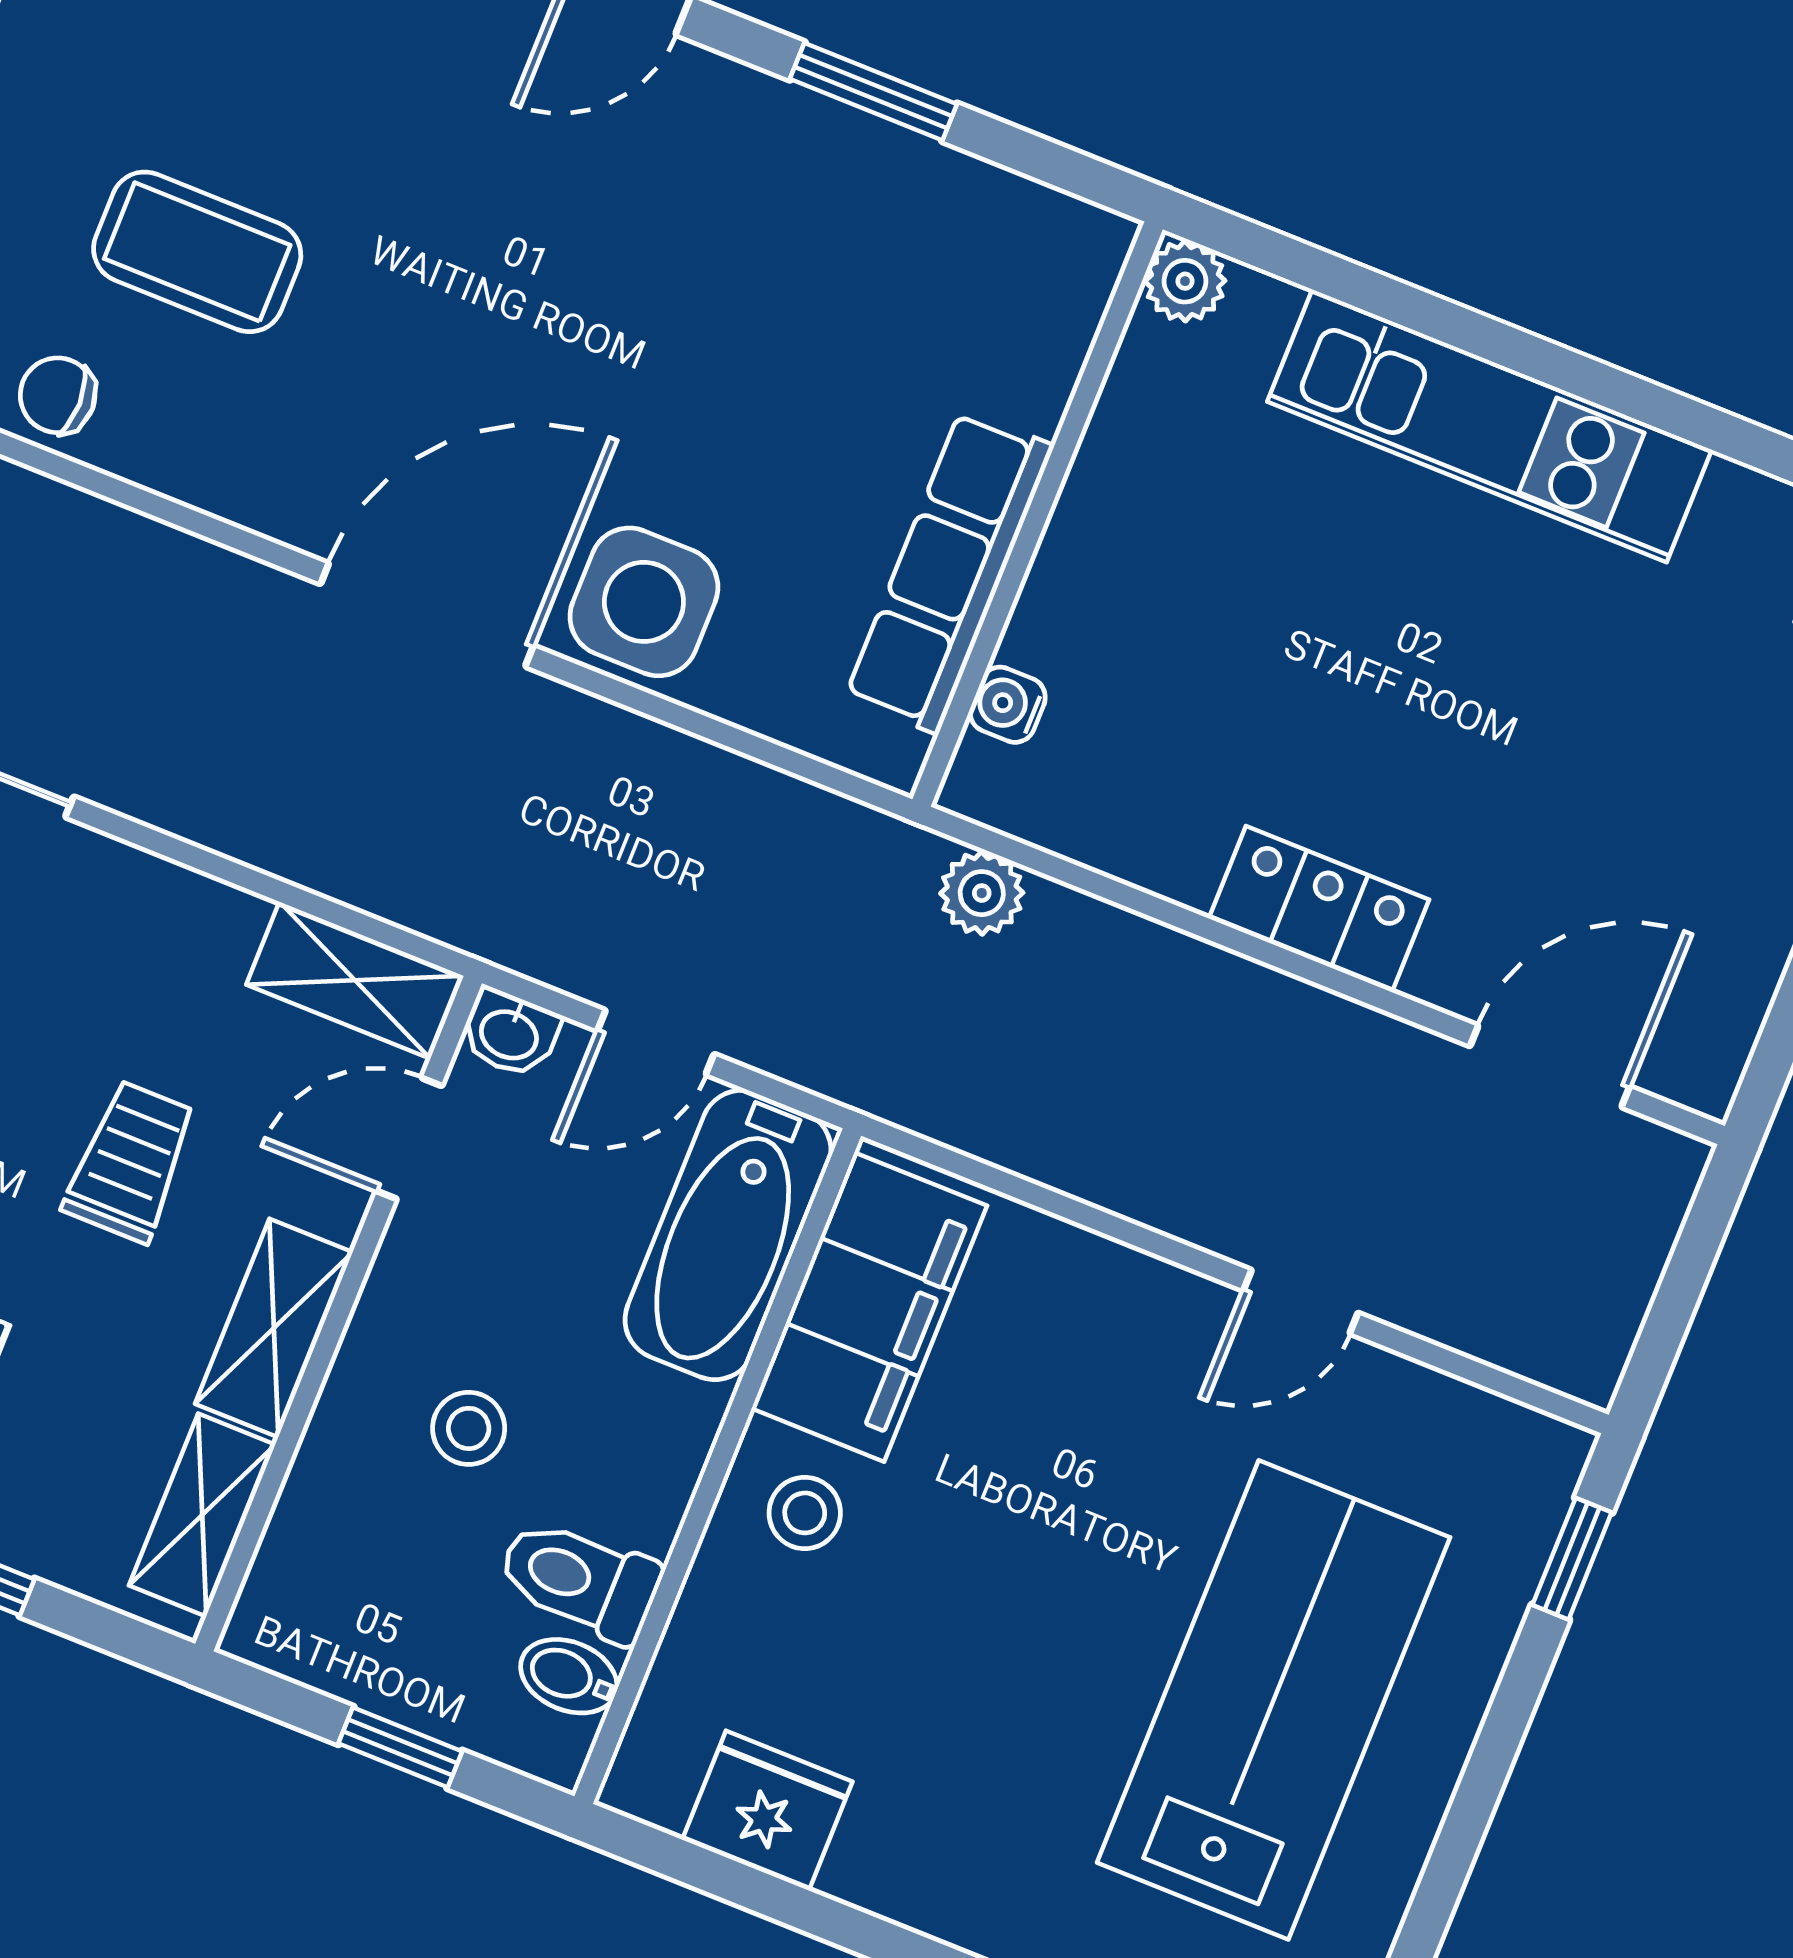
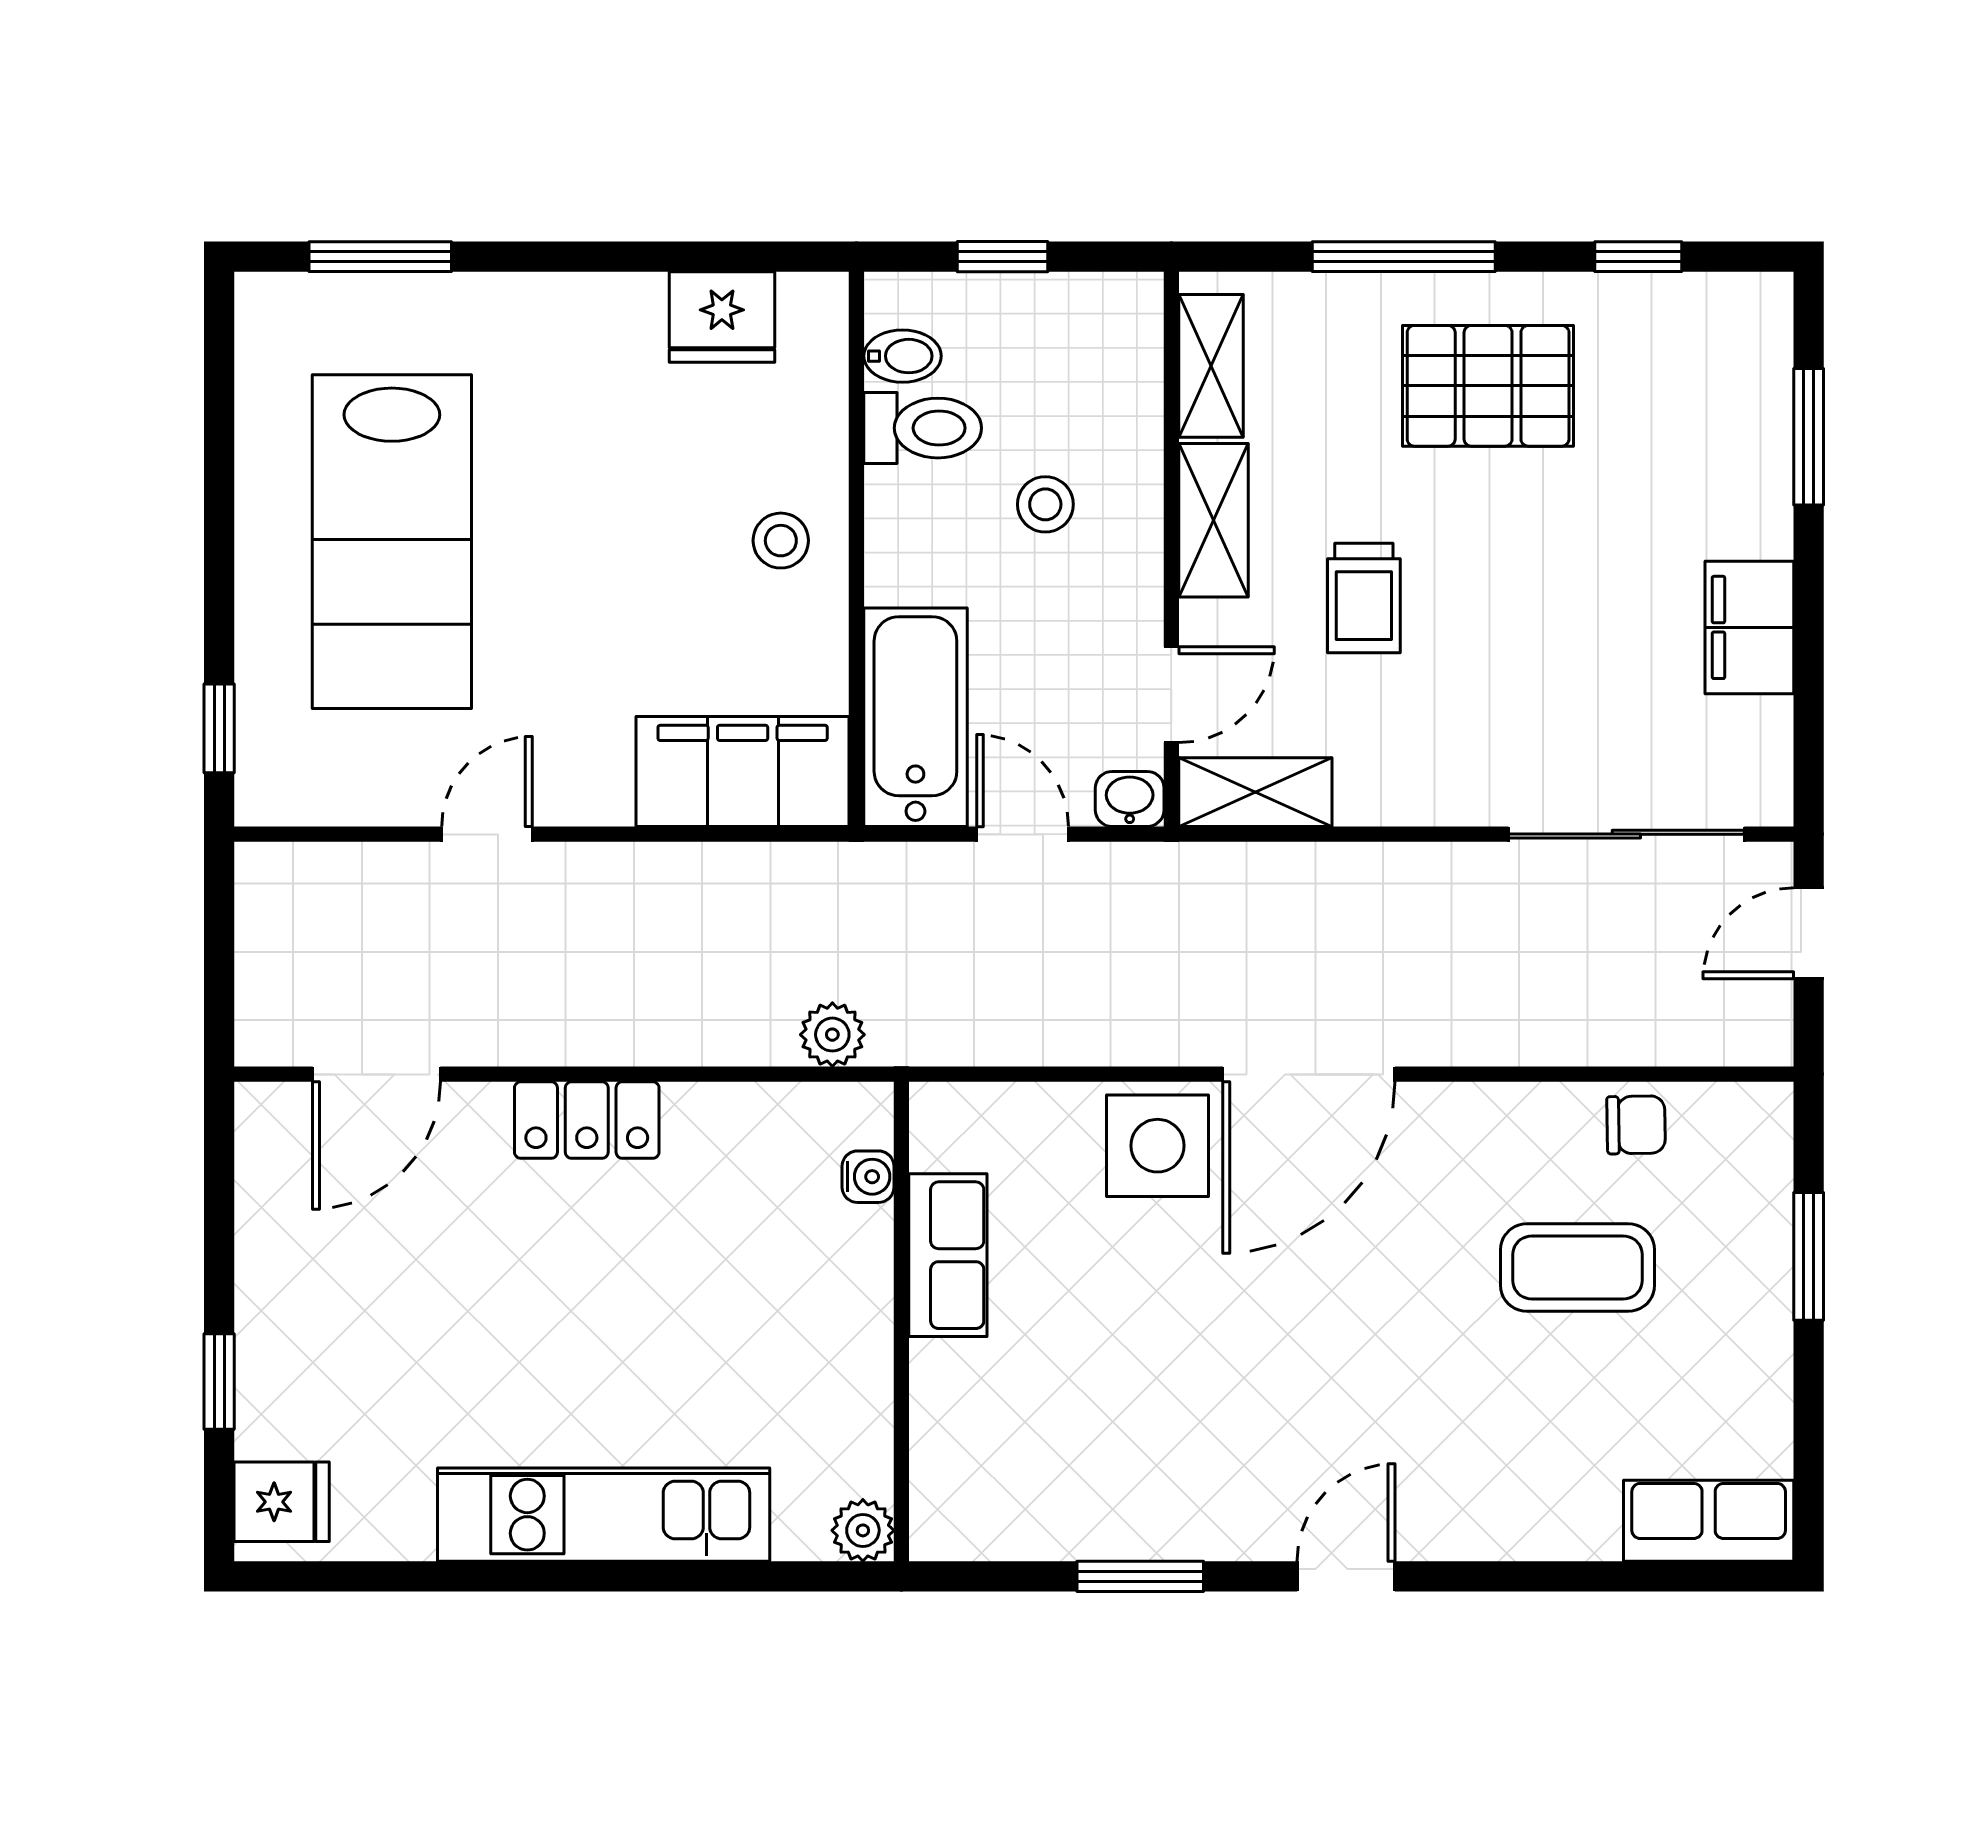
row of seats: (949, 572) -> (948, 1255), width x0.68
door: (656, 1042) -> (1023, 834), hinge flipped
filing cabinet: (869, 1307) -> (743, 771), moved, turned 90

